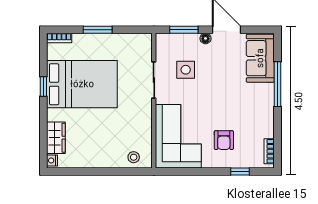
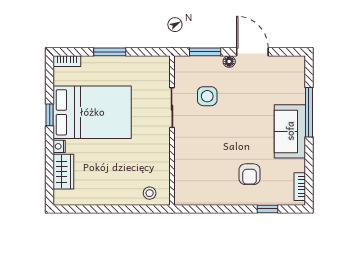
sofa: (260, 58) -> (290, 131), moved
corner sofa: (178, 136) -> (199, 170), removed
nightstand: (52, 160) -> (59, 146), moved

